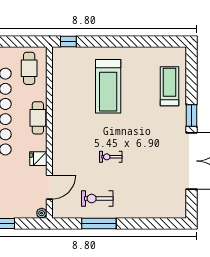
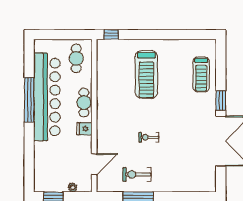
treadmill: (170, 86) -> (201, 74), turned 180
fridge: (38, 159) -> (84, 129), moved
plant: (42, 213) -> (73, 187), moved

